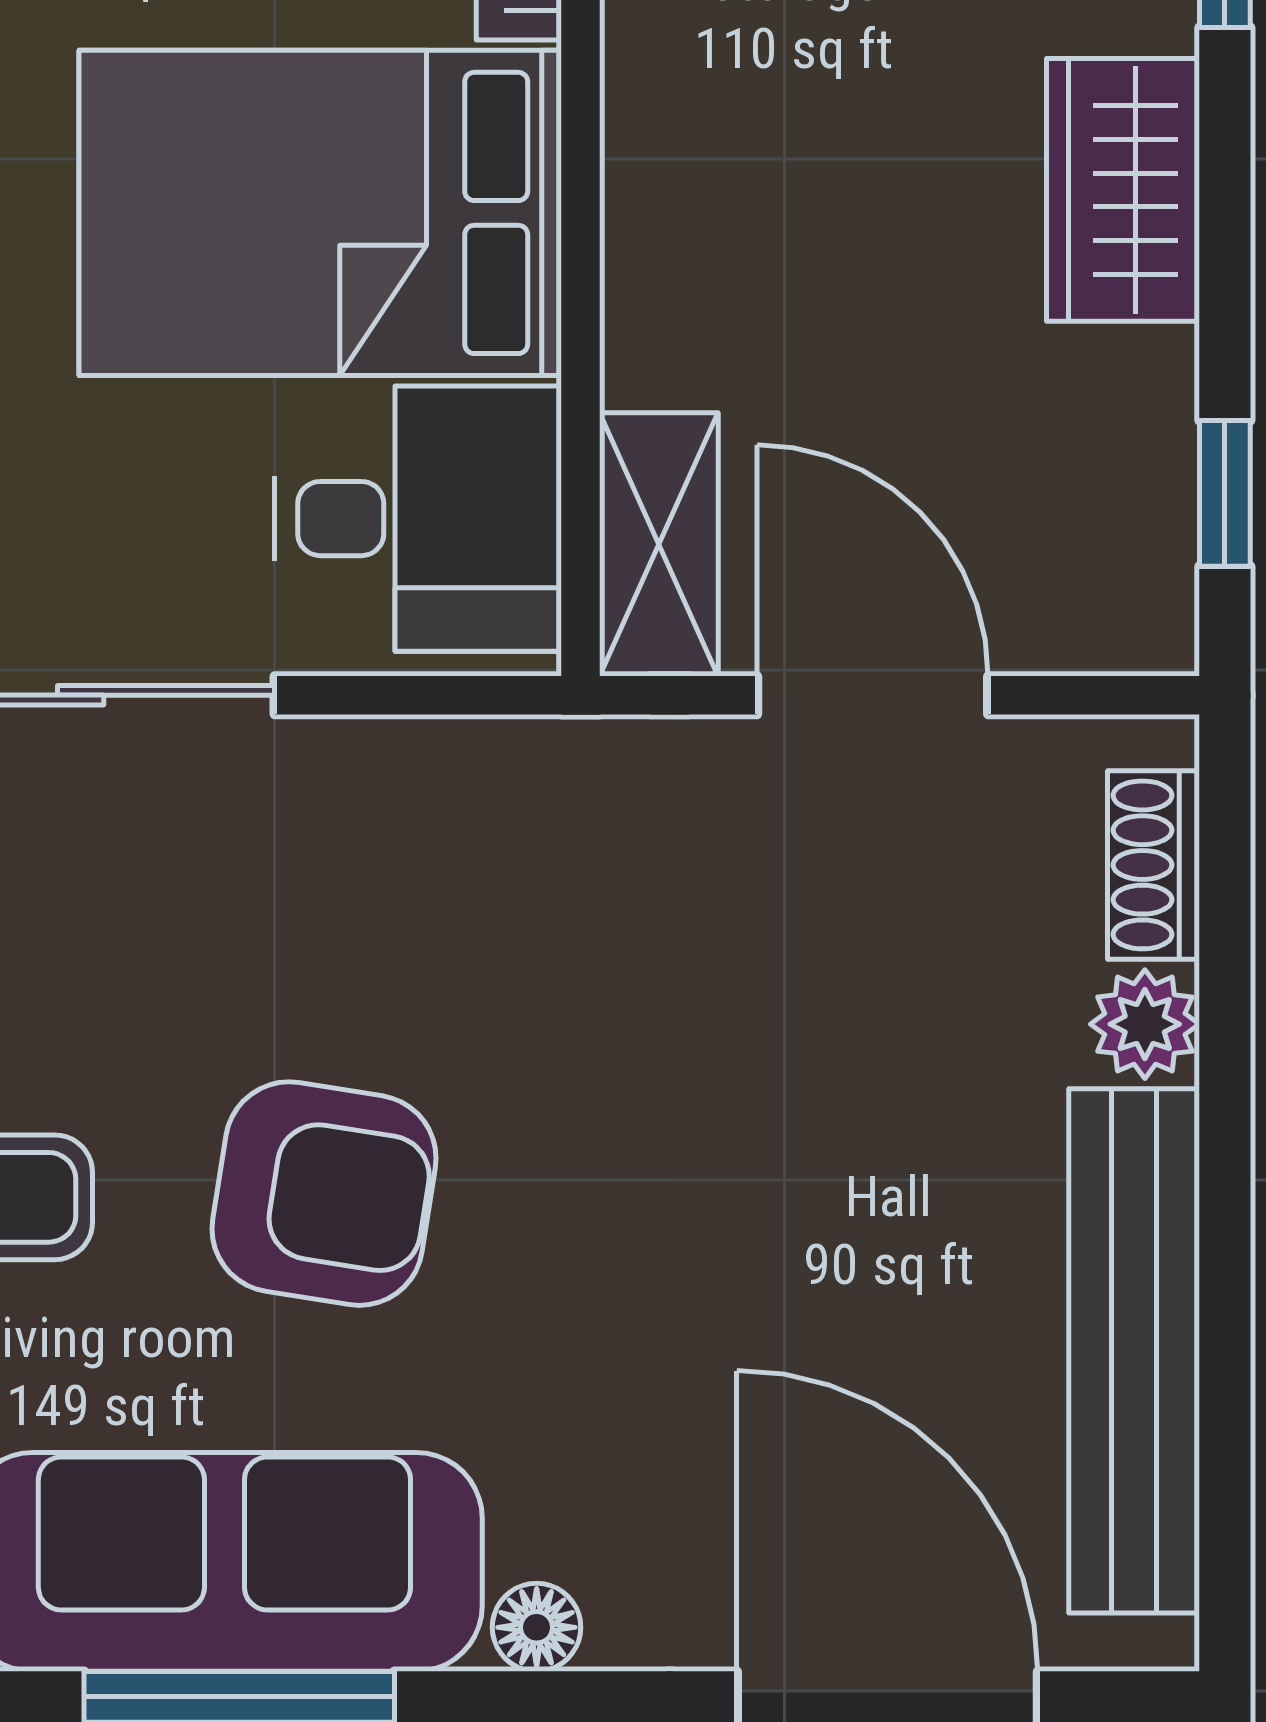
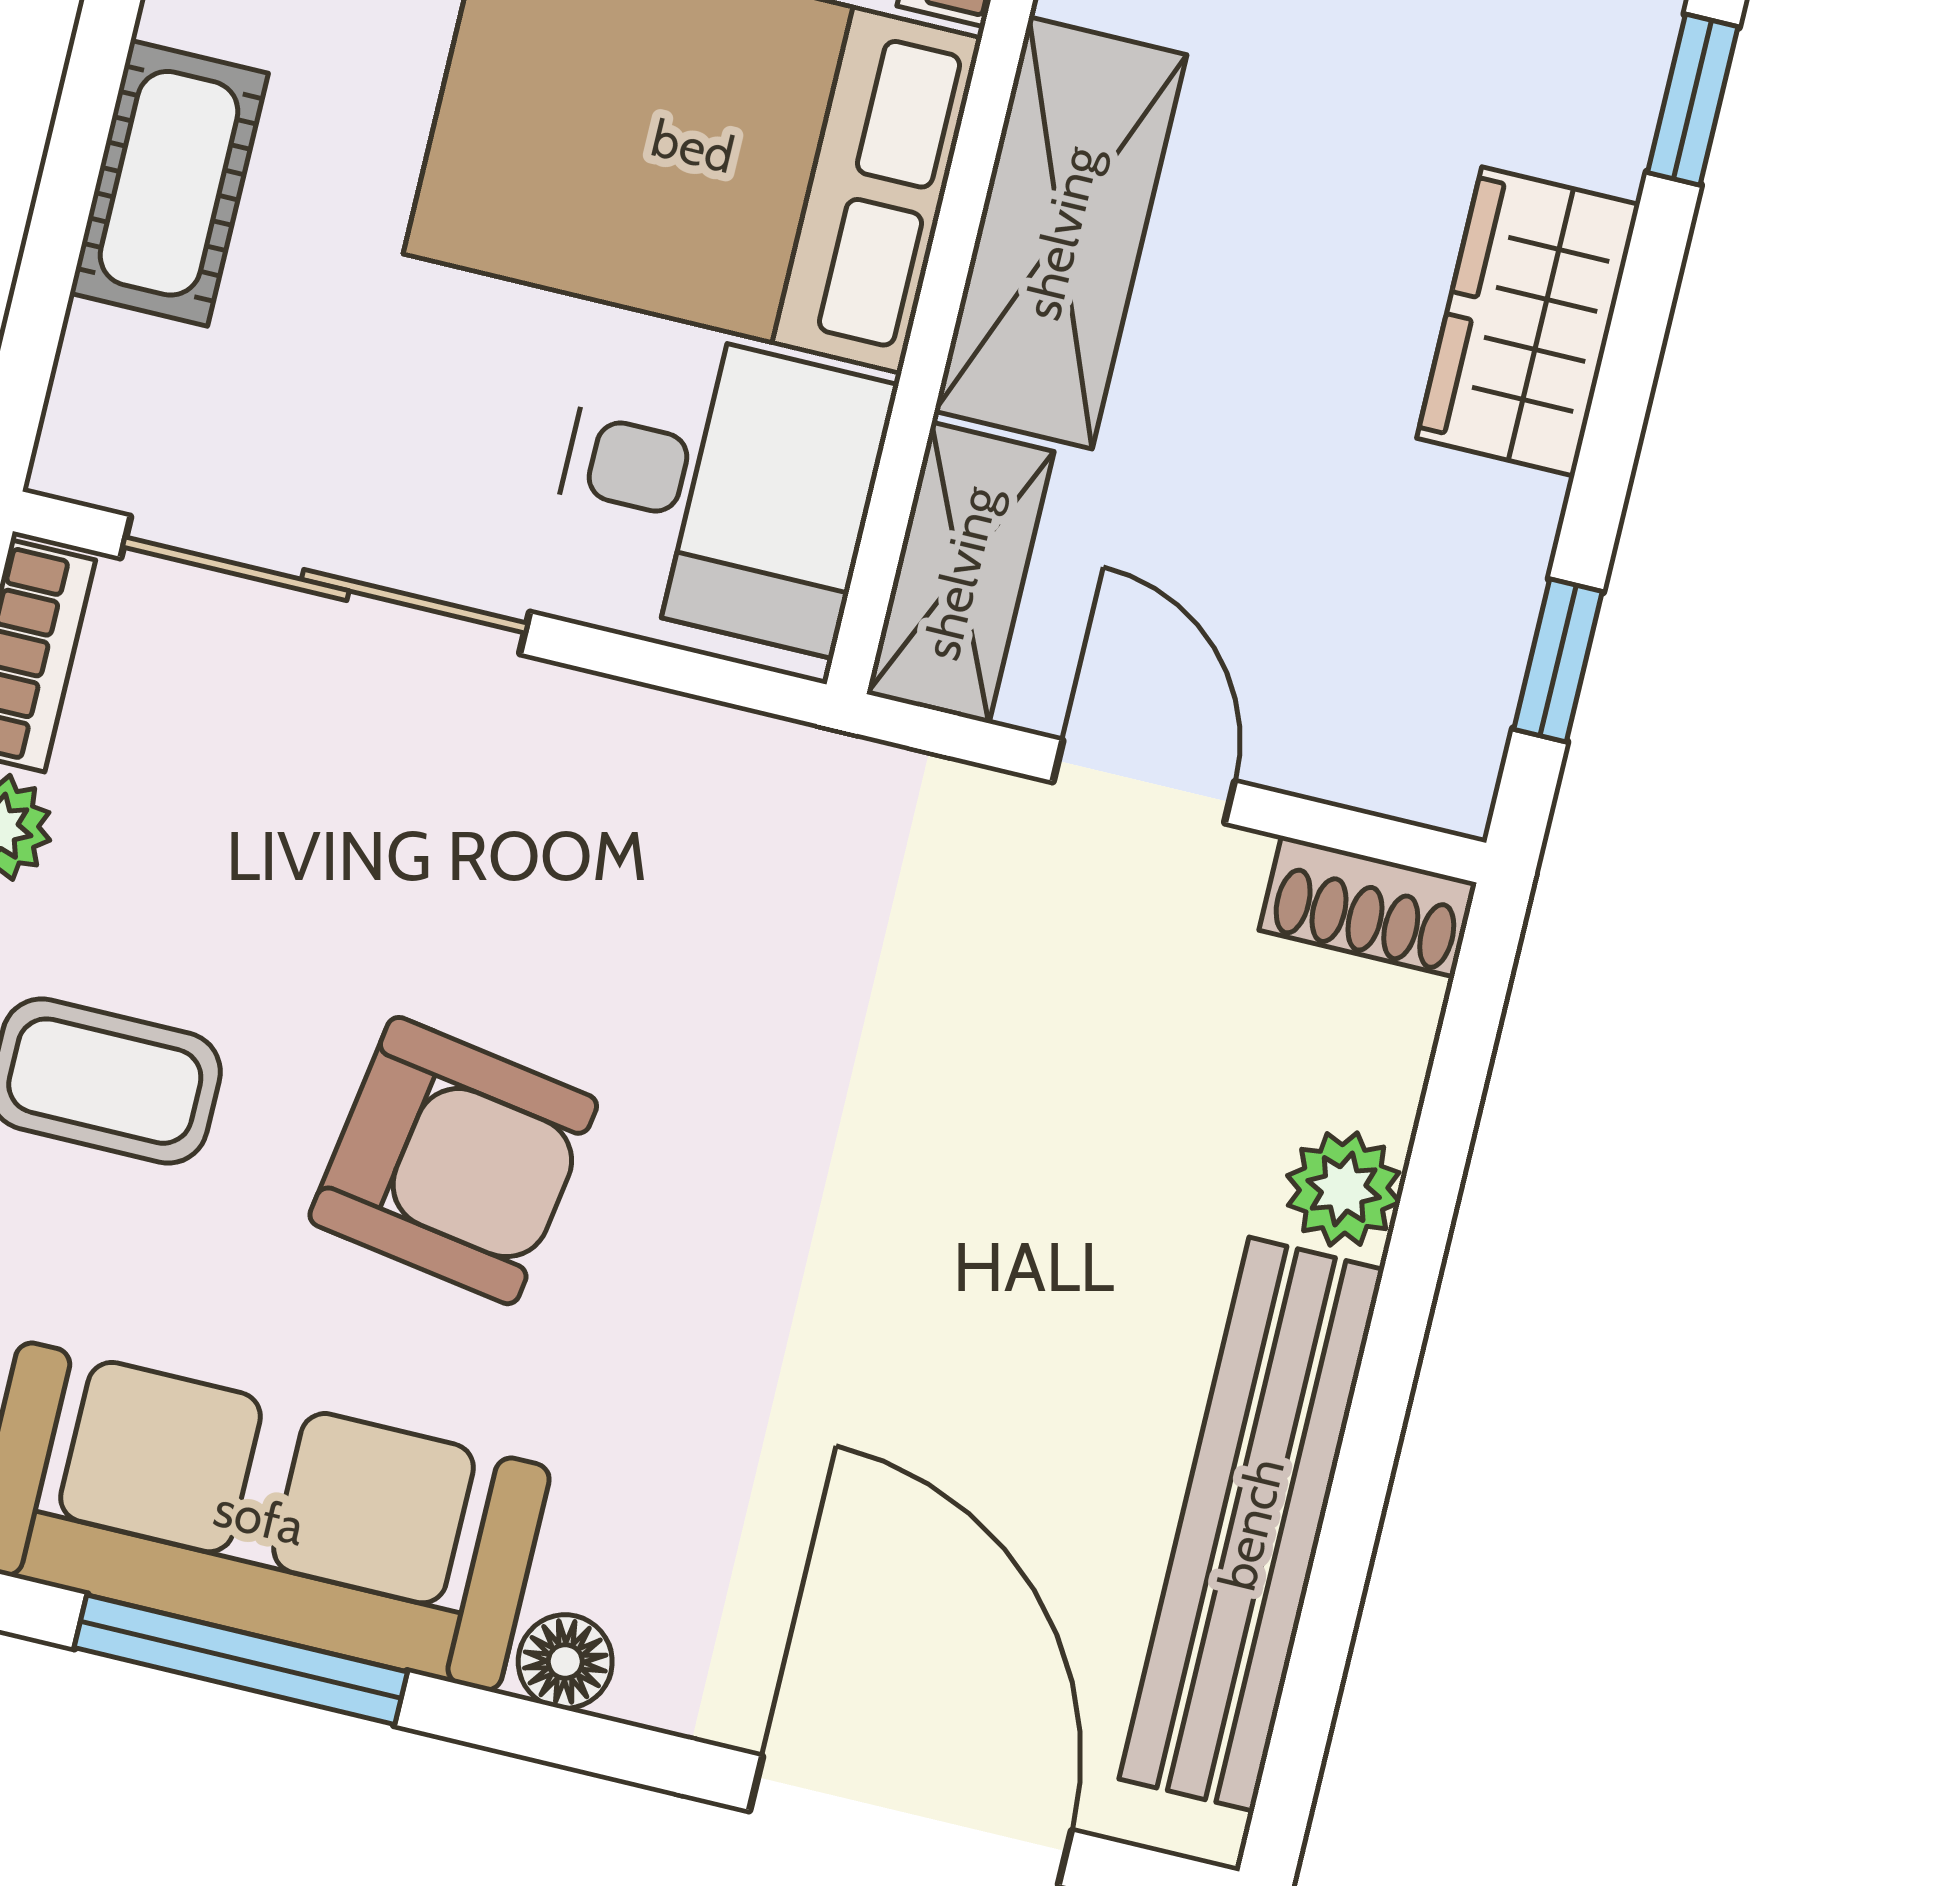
shelving: (676, 212) -> (1061, 233), added
door: (873, 695) -> (1144, 782), width x0.73
shoe rack: (1153, 865) -> (1368, 906), moved, turned -90

